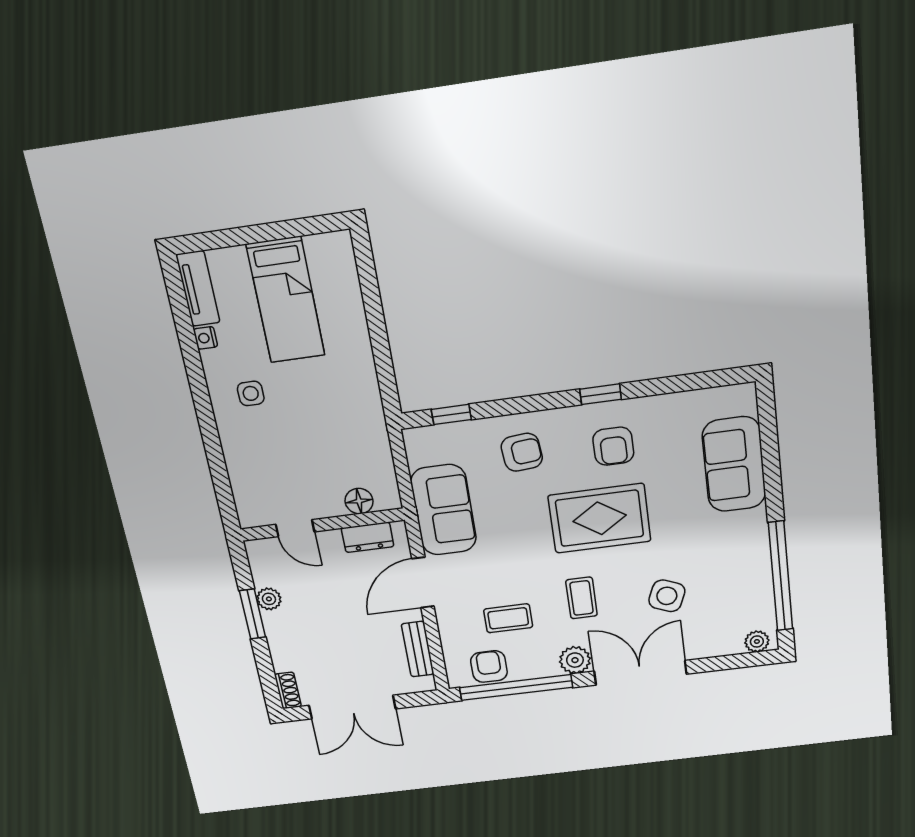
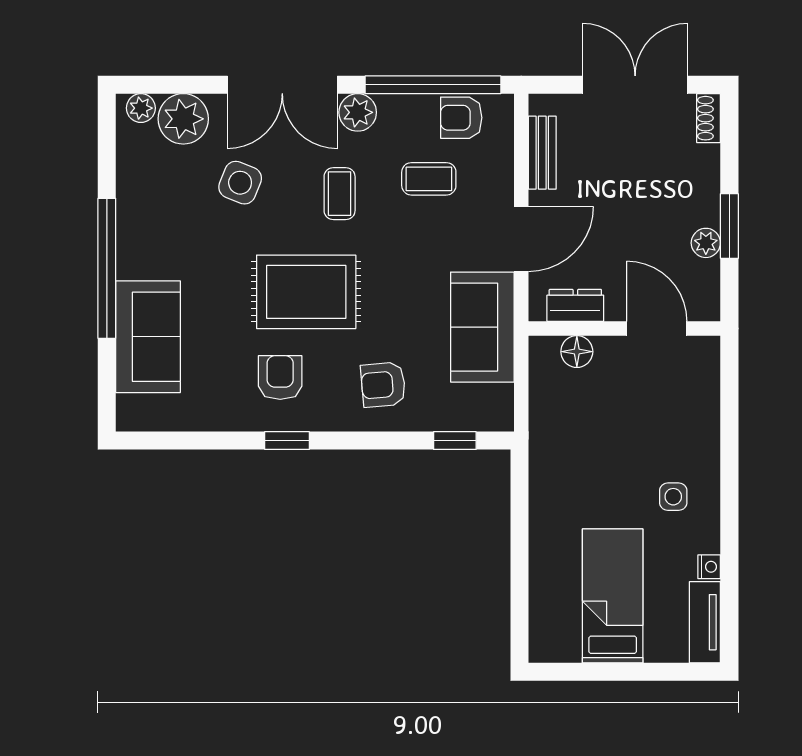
door: (295, 528) -> (657, 328), width x1.38
window: (781, 576) -> (107, 268), moved
plant: (720, 638) -> (183, 119), added
armchair: (489, 667) -> (461, 118), turned 90

